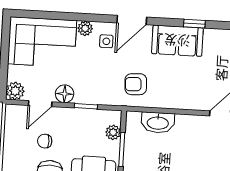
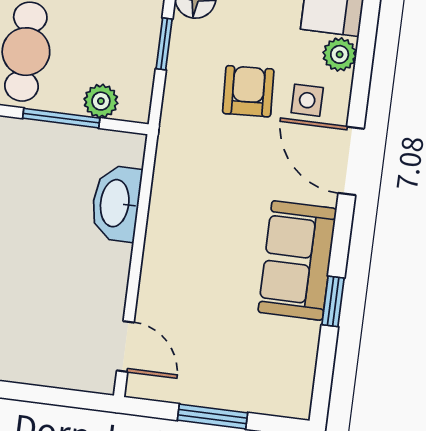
armchair: (136, 84) -> (248, 91), moved

